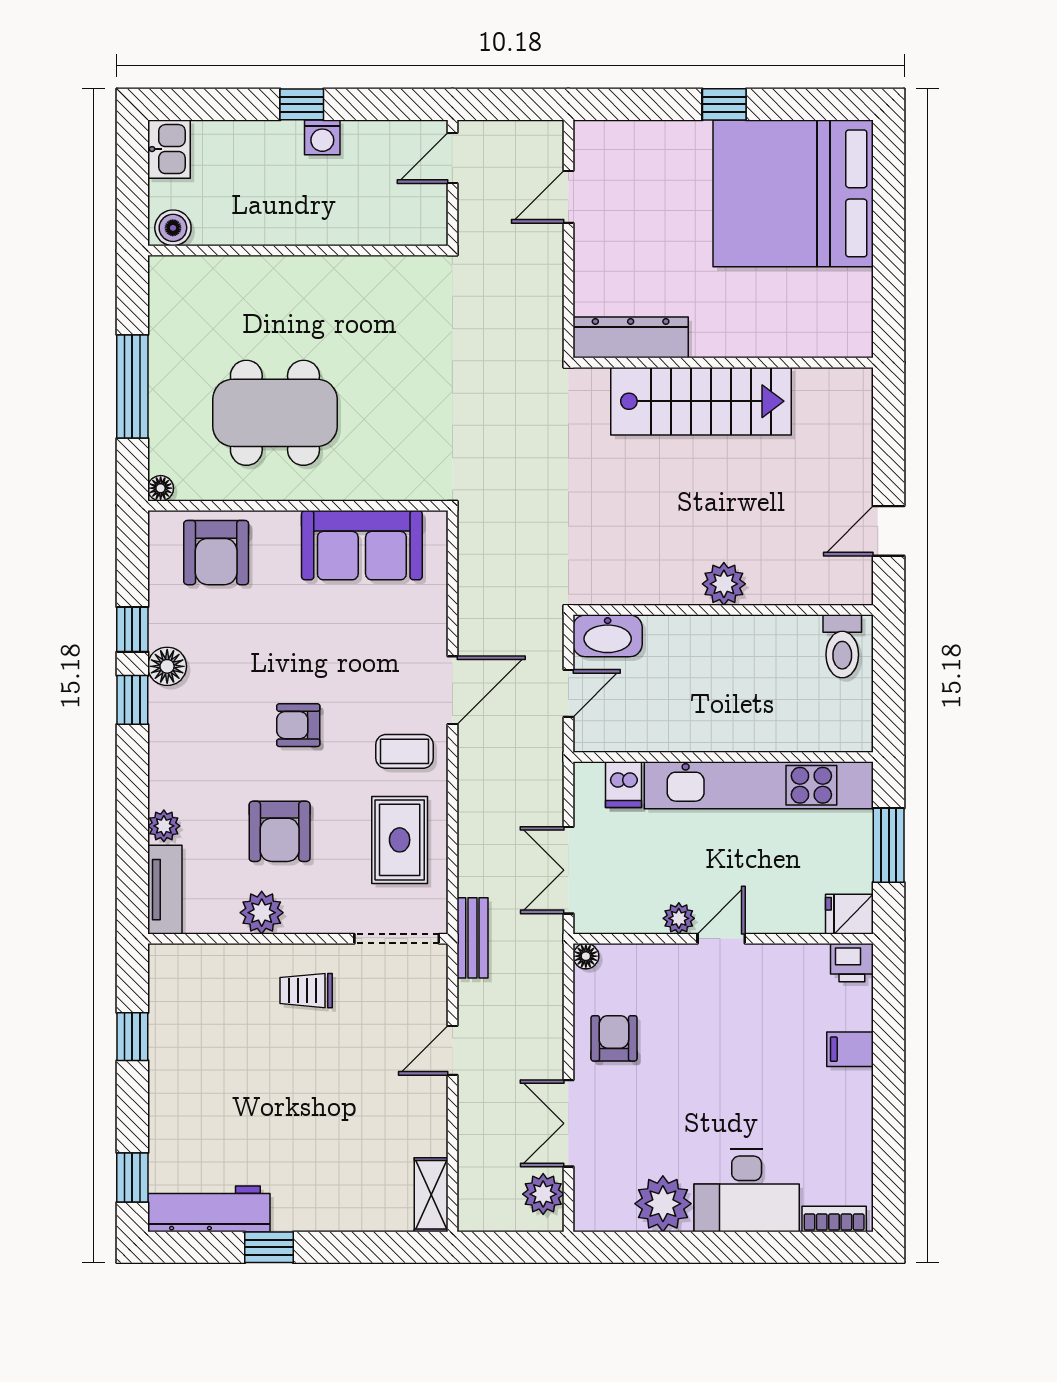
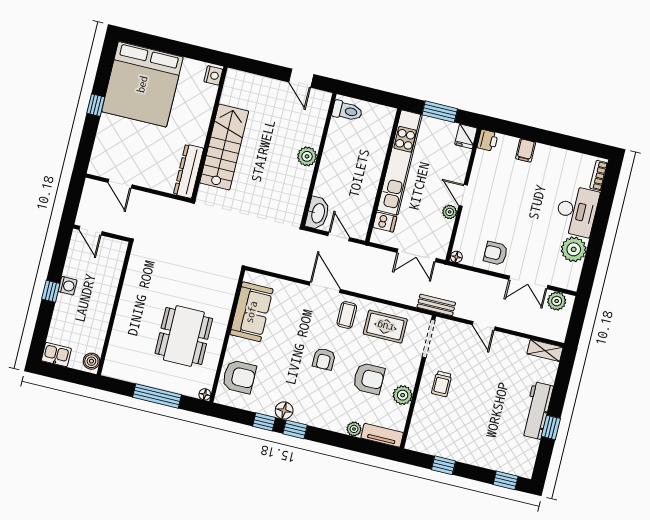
nightstand: (849, 341) -> (213, 75), added
workbench: (209, 1209) -> (537, 410), moved

